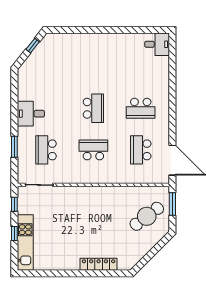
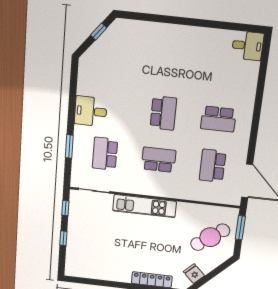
kitchen unit: (25, 242) -> (144, 206), moved, turned 90
fridge: (136, 254) -> (194, 274), added

